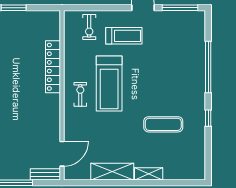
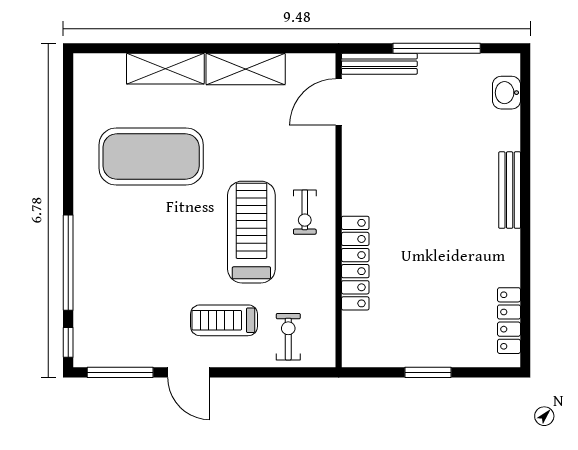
window: (208, 118) -> (68, 342), moved
exercise mat: (163, 124) -> (151, 157), width x2.00, depth x1.45
bench: (45, 174) -> (379, 64), width x1.36
shelving: (149, 174) -> (165, 69), width x1.50, depth x1.33

